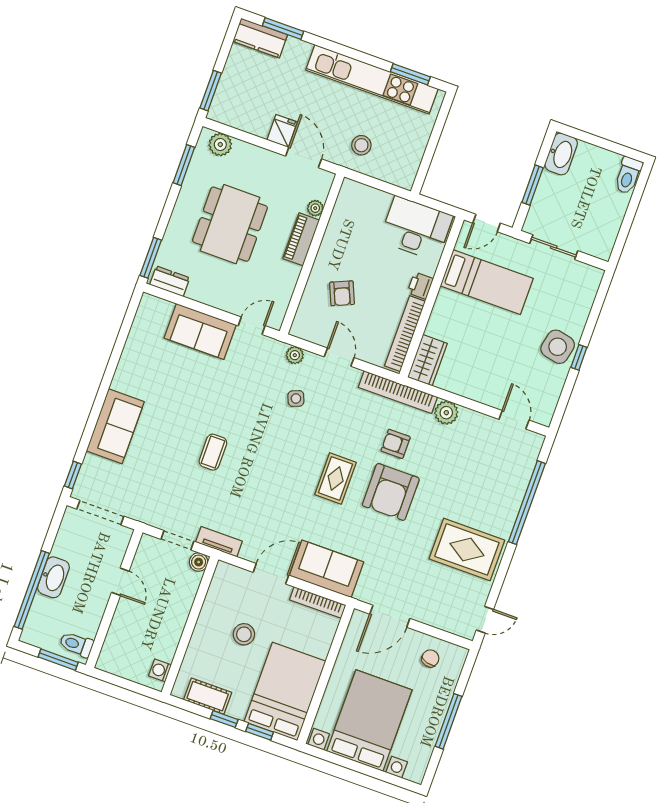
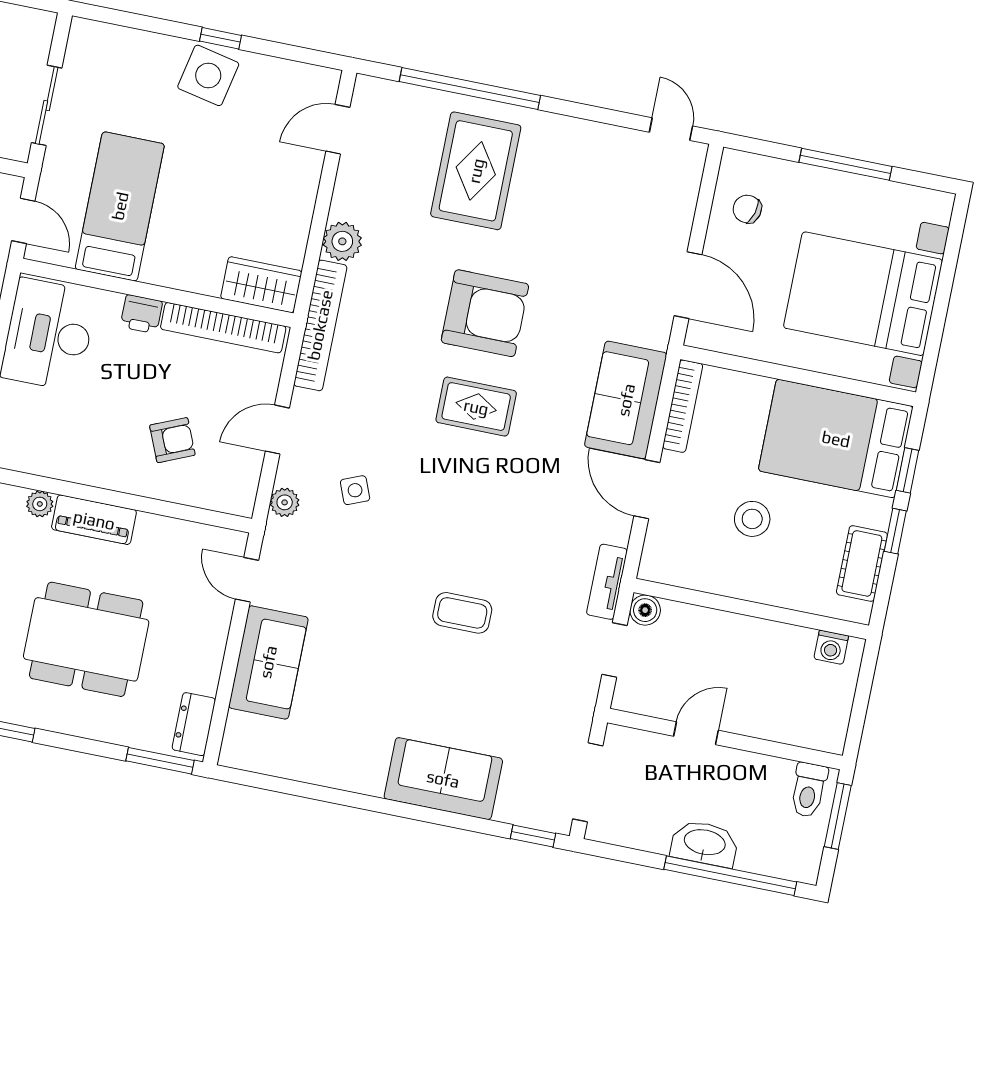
armchair: (396, 444) -> (405, 317), removed
rug: (467, 549) -> (476, 171), moved

